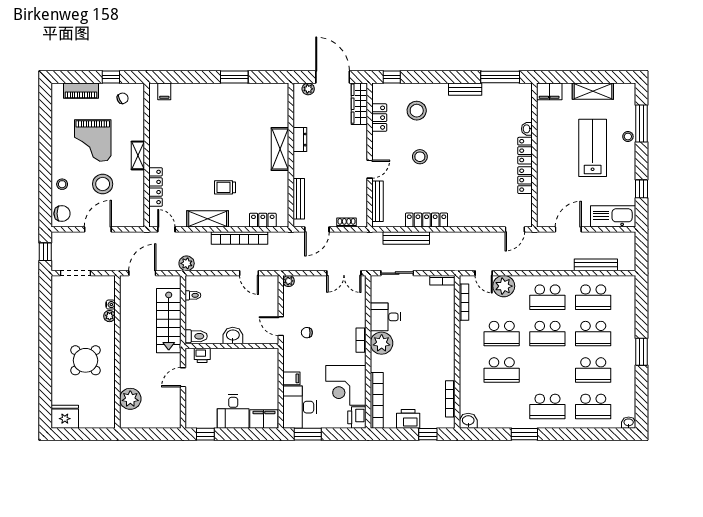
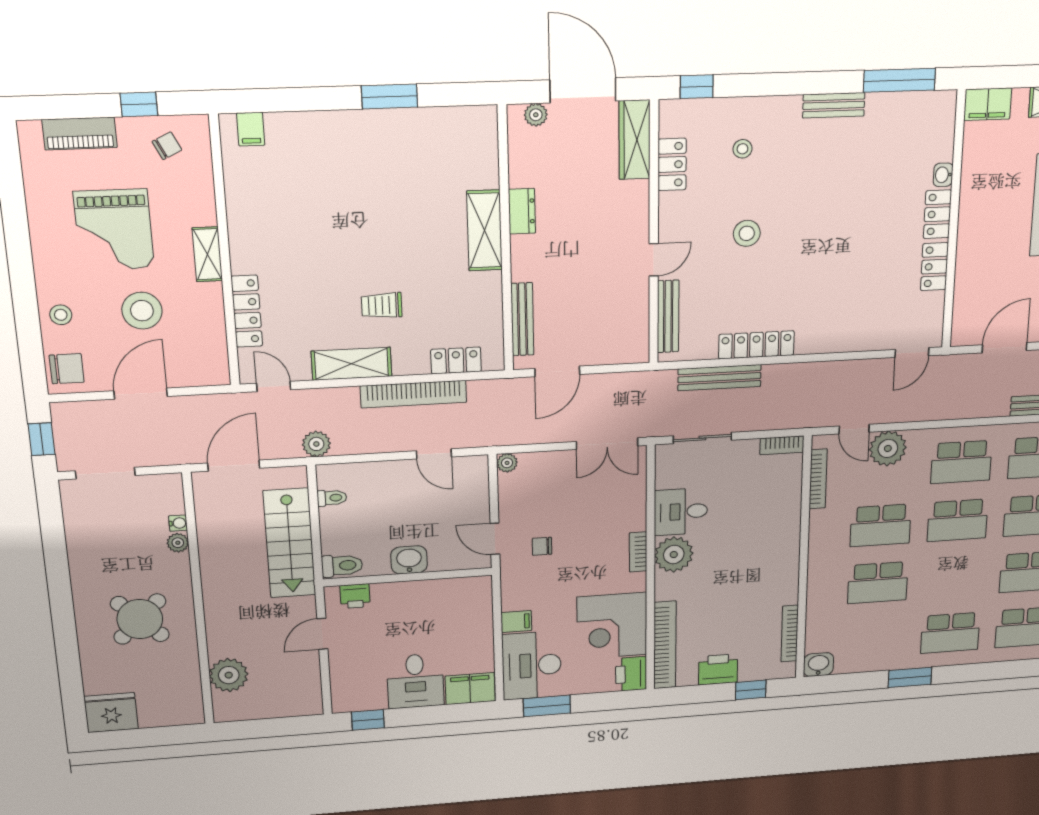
stool: (417, 111) -> (742, 149), width x0.53, depth x0.53
shoe rack: (347, 223) -> (611, 357), removed

